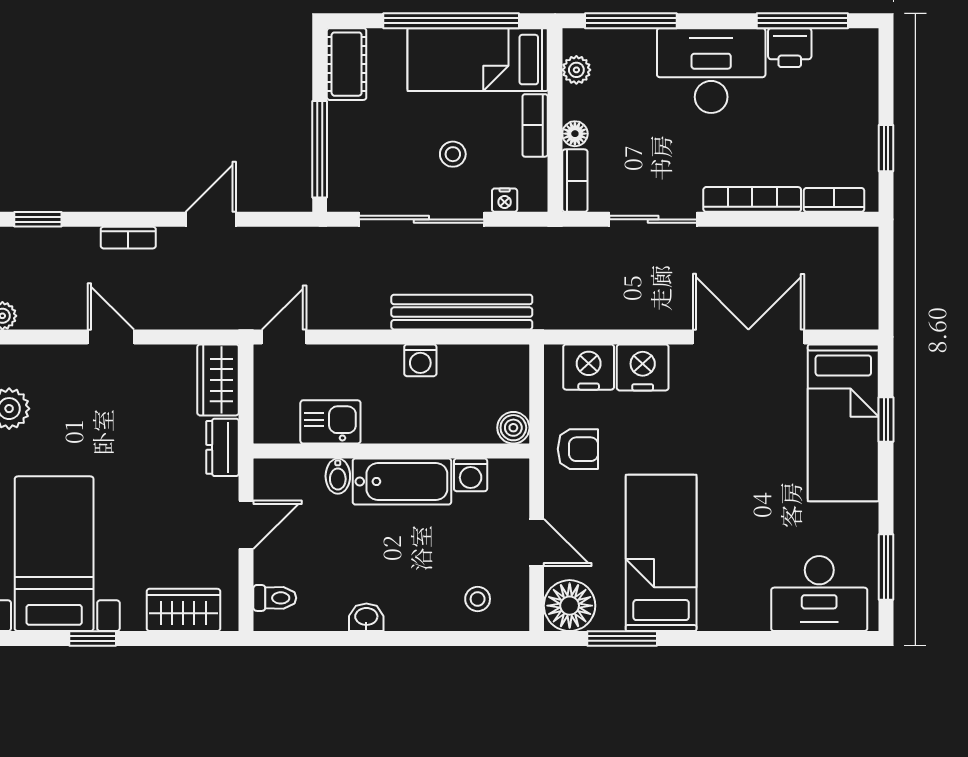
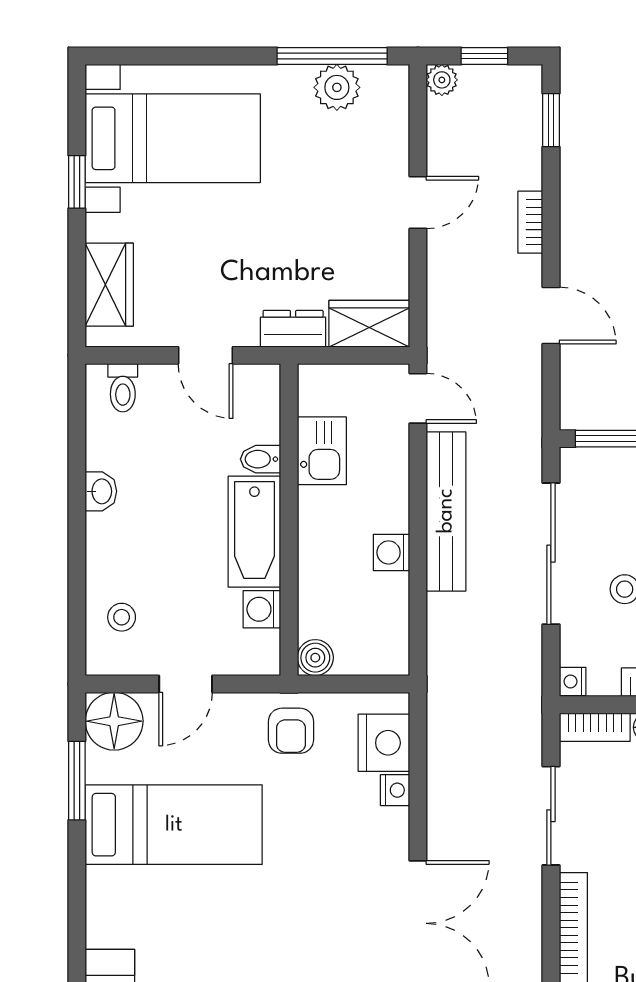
nightstand: (505, 200) -> (573, 681), moved
bench: (462, 312) -> (446, 511), moved
nightstand: (643, 367) -> (395, 790), width x0.53, depth x0.56

